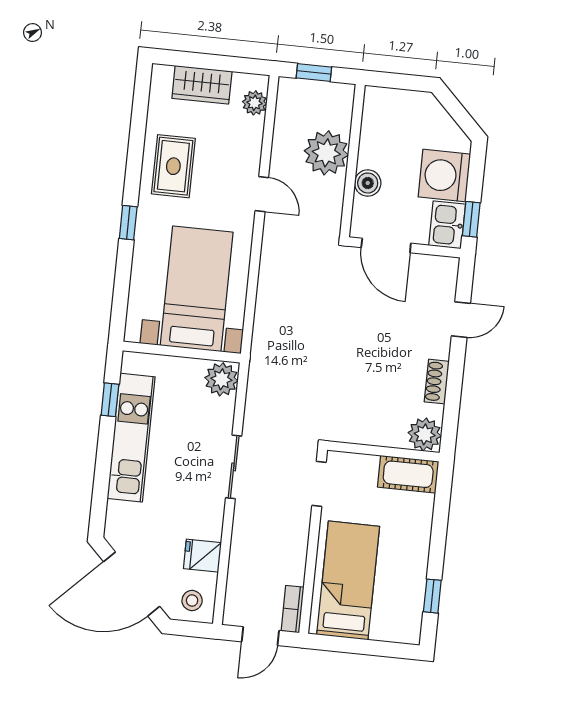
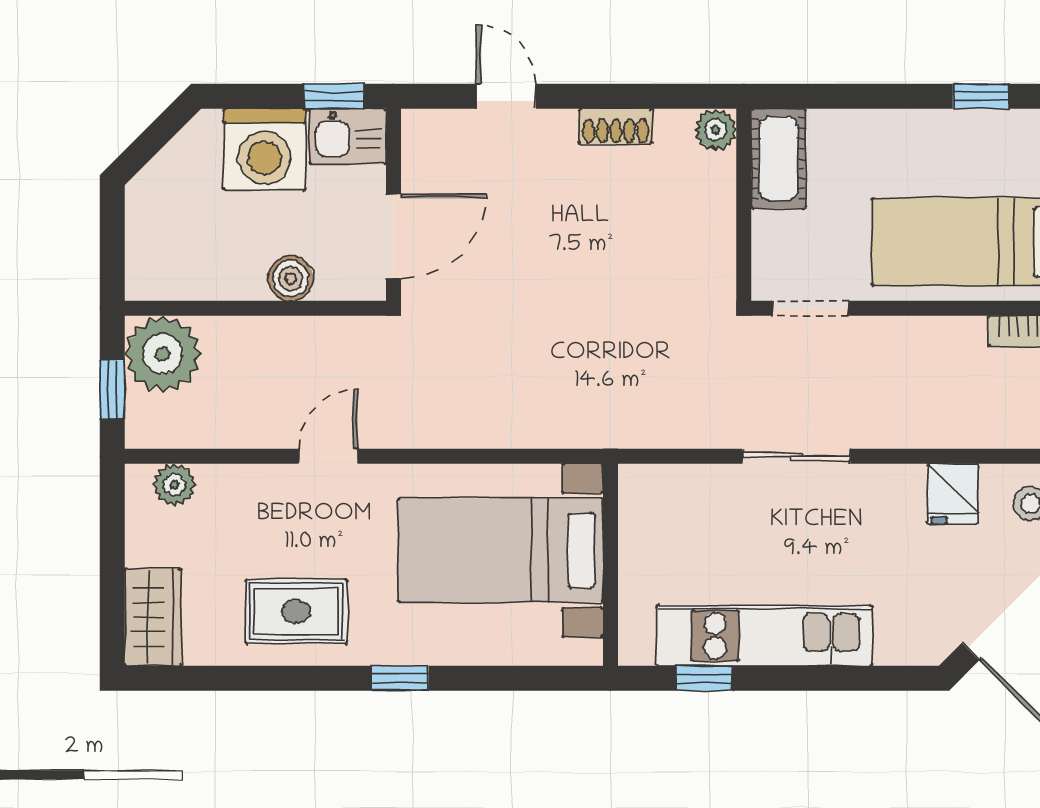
wardrobe: (202, 85) -> (153, 617), moved
plant: (326, 153) -> (163, 354), moved
plant: (221, 379) -> (650, 492), removed
plant: (425, 434) -> (715, 130), width x0.73, depth x0.73

